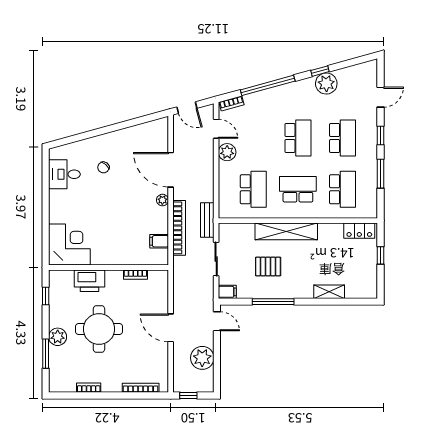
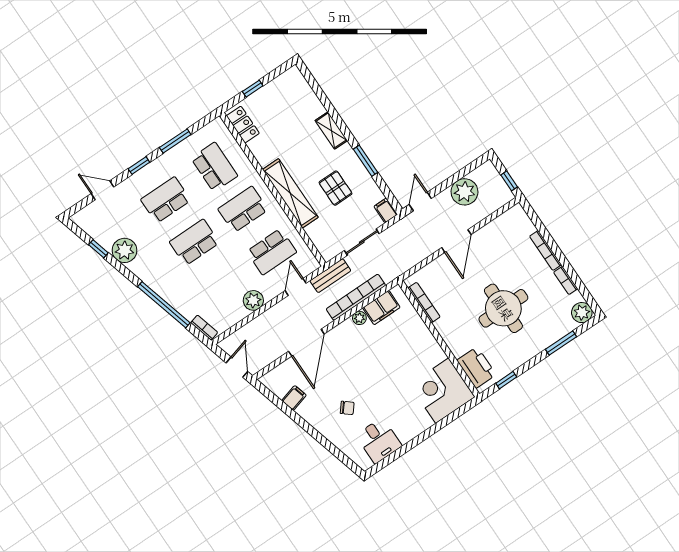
window: (320, 71) -> (98, 249), moved
door: (216, 129) -> (296, 287), moved
filing cabinet: (137, 134) -> (294, 398), added
school desk: (253, 189) -> (272, 252), turned 180
school desk: (298, 189) -> (243, 209), turned 90
school desk: (343, 189) -> (214, 167), turned 90
plant: (162, 200) -> (359, 318), moved
filing cabinet: (159, 241) -> (381, 308), width x2.00
bookcase: (135, 275) -> (424, 302), width x1.56
printer: (90, 281) -> (476, 367), moved
shelving: (329, 292) -> (331, 130), moved
window: (273, 302) -> (366, 161), width x0.69
plant: (58, 337) -> (582, 313), moved
bookcase: (141, 388) -> (546, 250), moved

